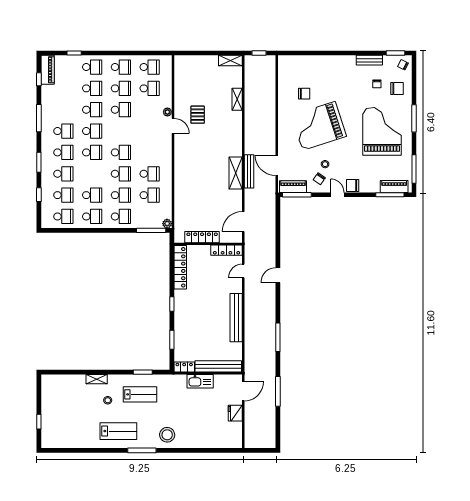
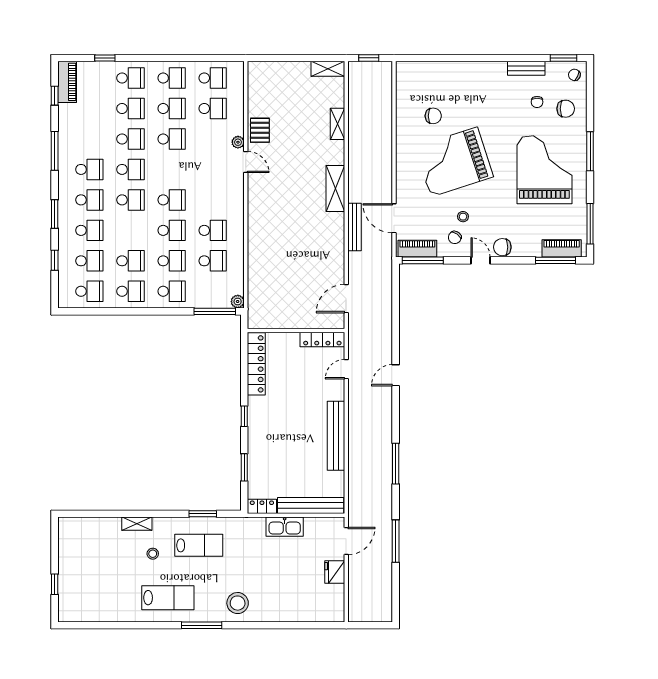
pallet: (198, 115) -> (260, 130), moved
shelving: (236, 173) -> (335, 189), moved
locker: (202, 237) -> (287, 321), removed

